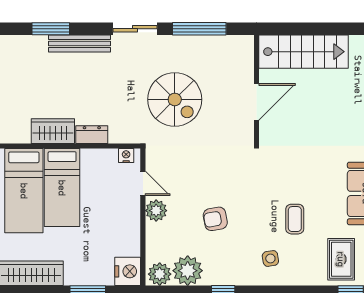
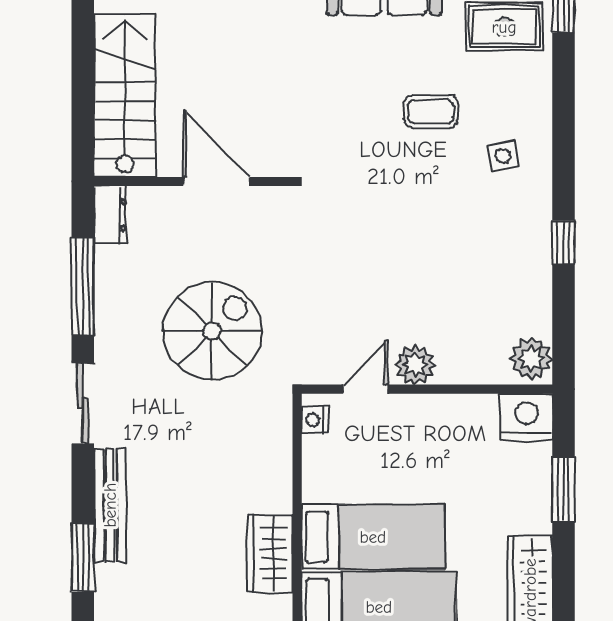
dresser: (92, 135) -> (110, 215), moved, turned 180
armchair: (215, 219) -> (430, 257), removed
plant: (188, 271) -> (525, 307), removed

